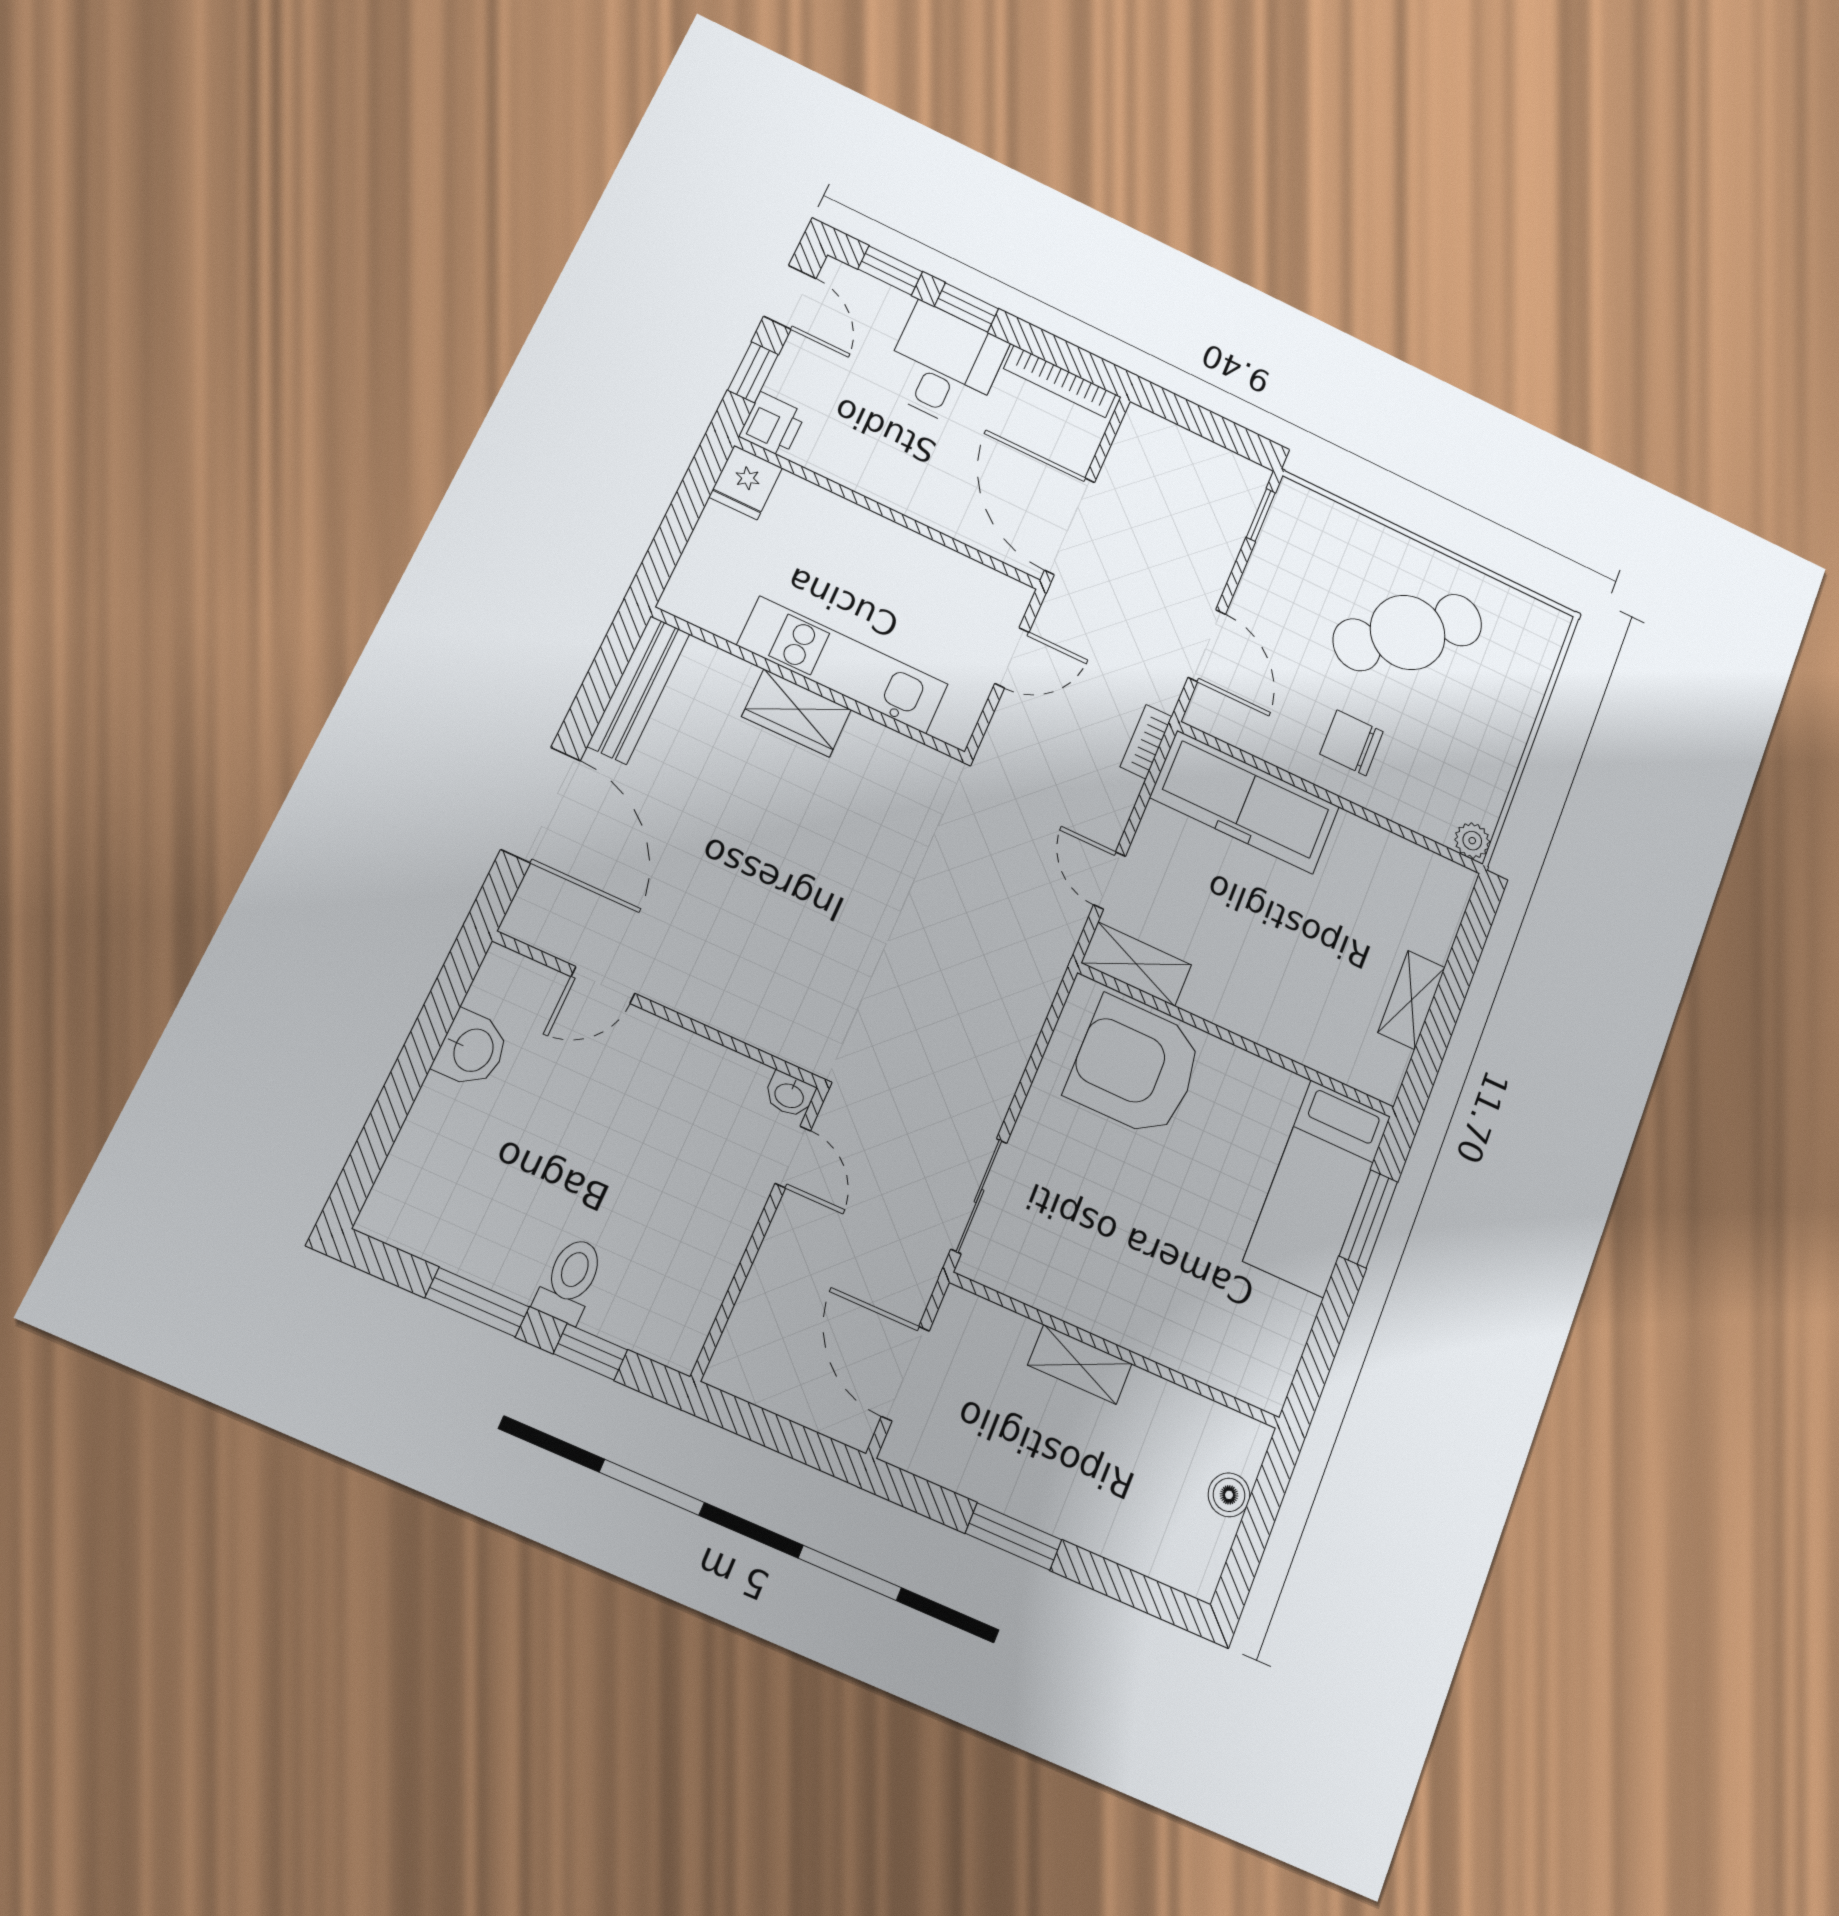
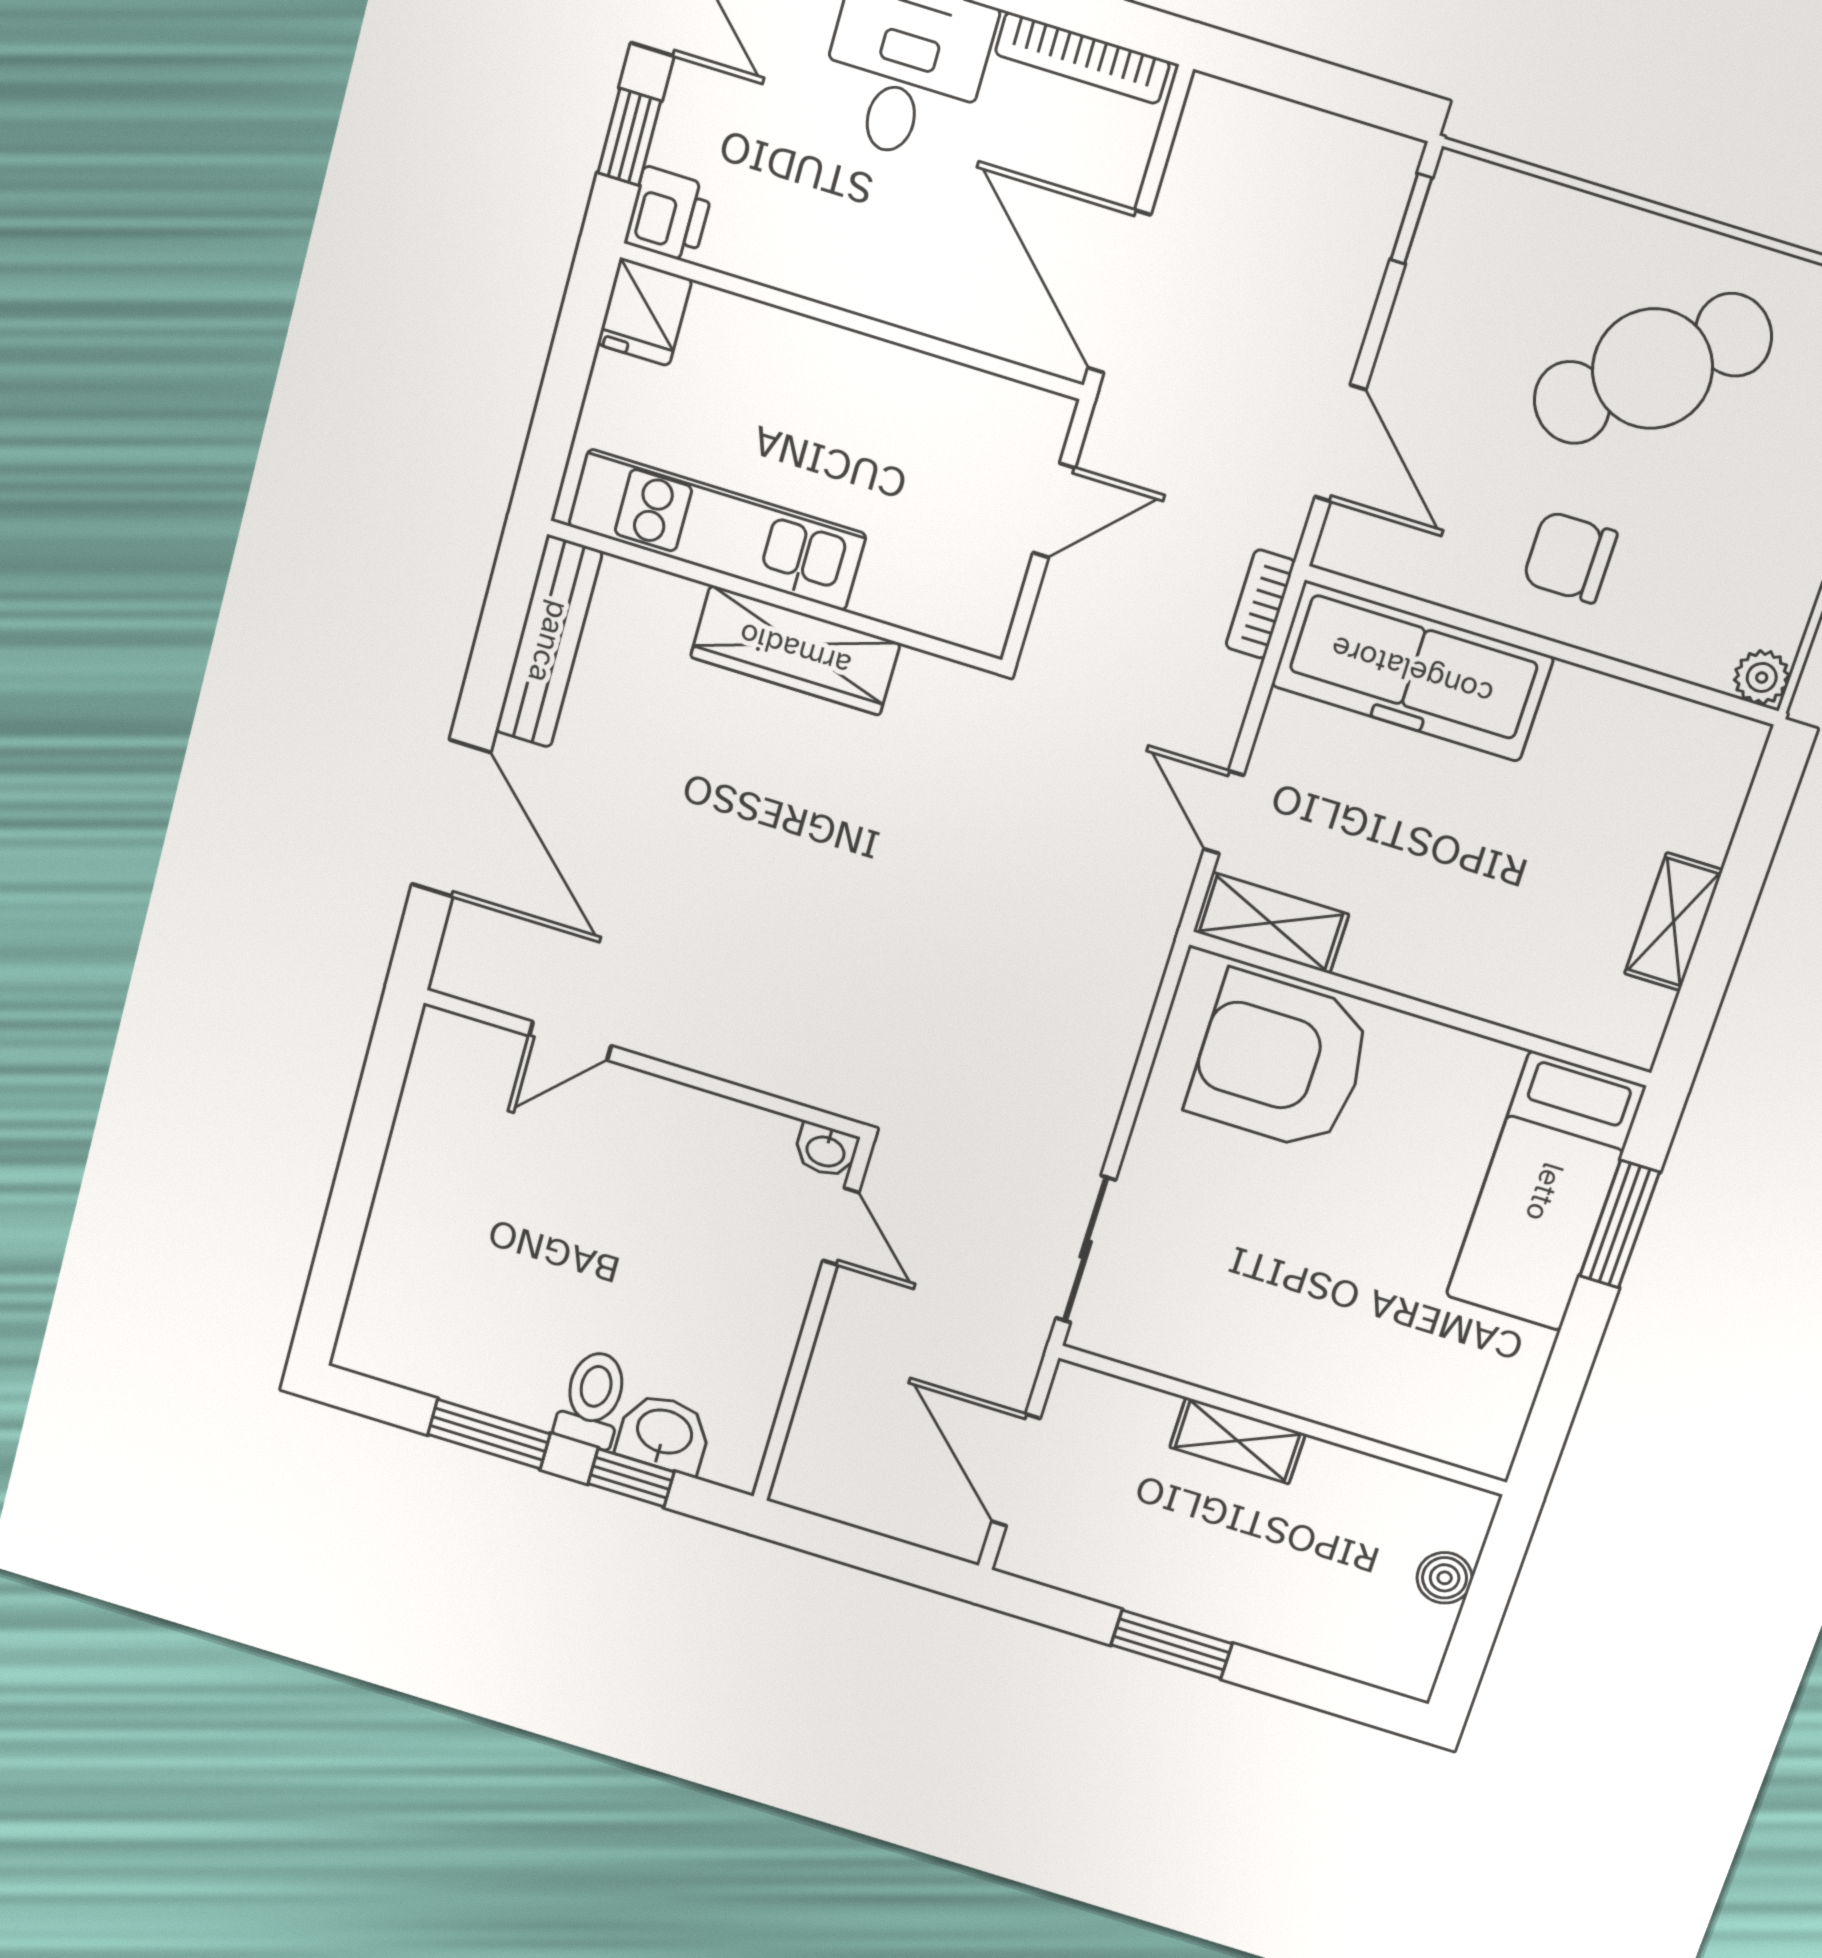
kitchen unit: (843, 665) -> (717, 530), moved
wardrobe: (797, 713) -> (795, 650), width x1.50
washbasin: (472, 1049) -> (664, 1433), moved, turned -90

